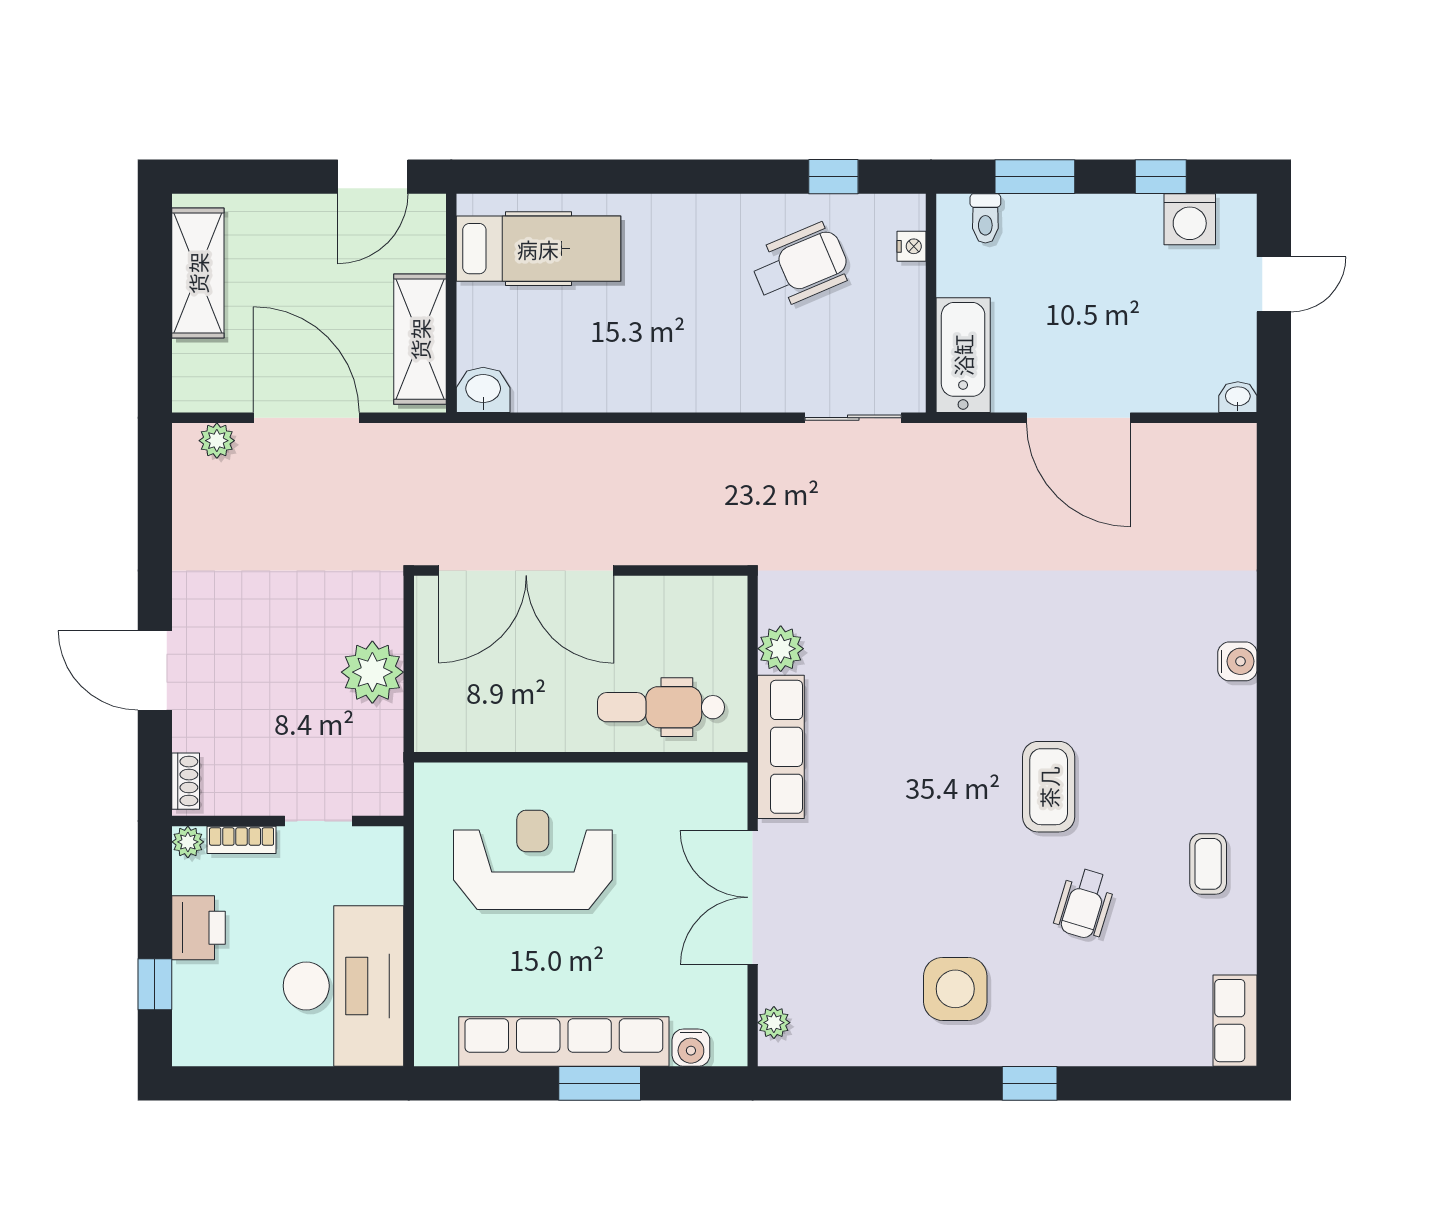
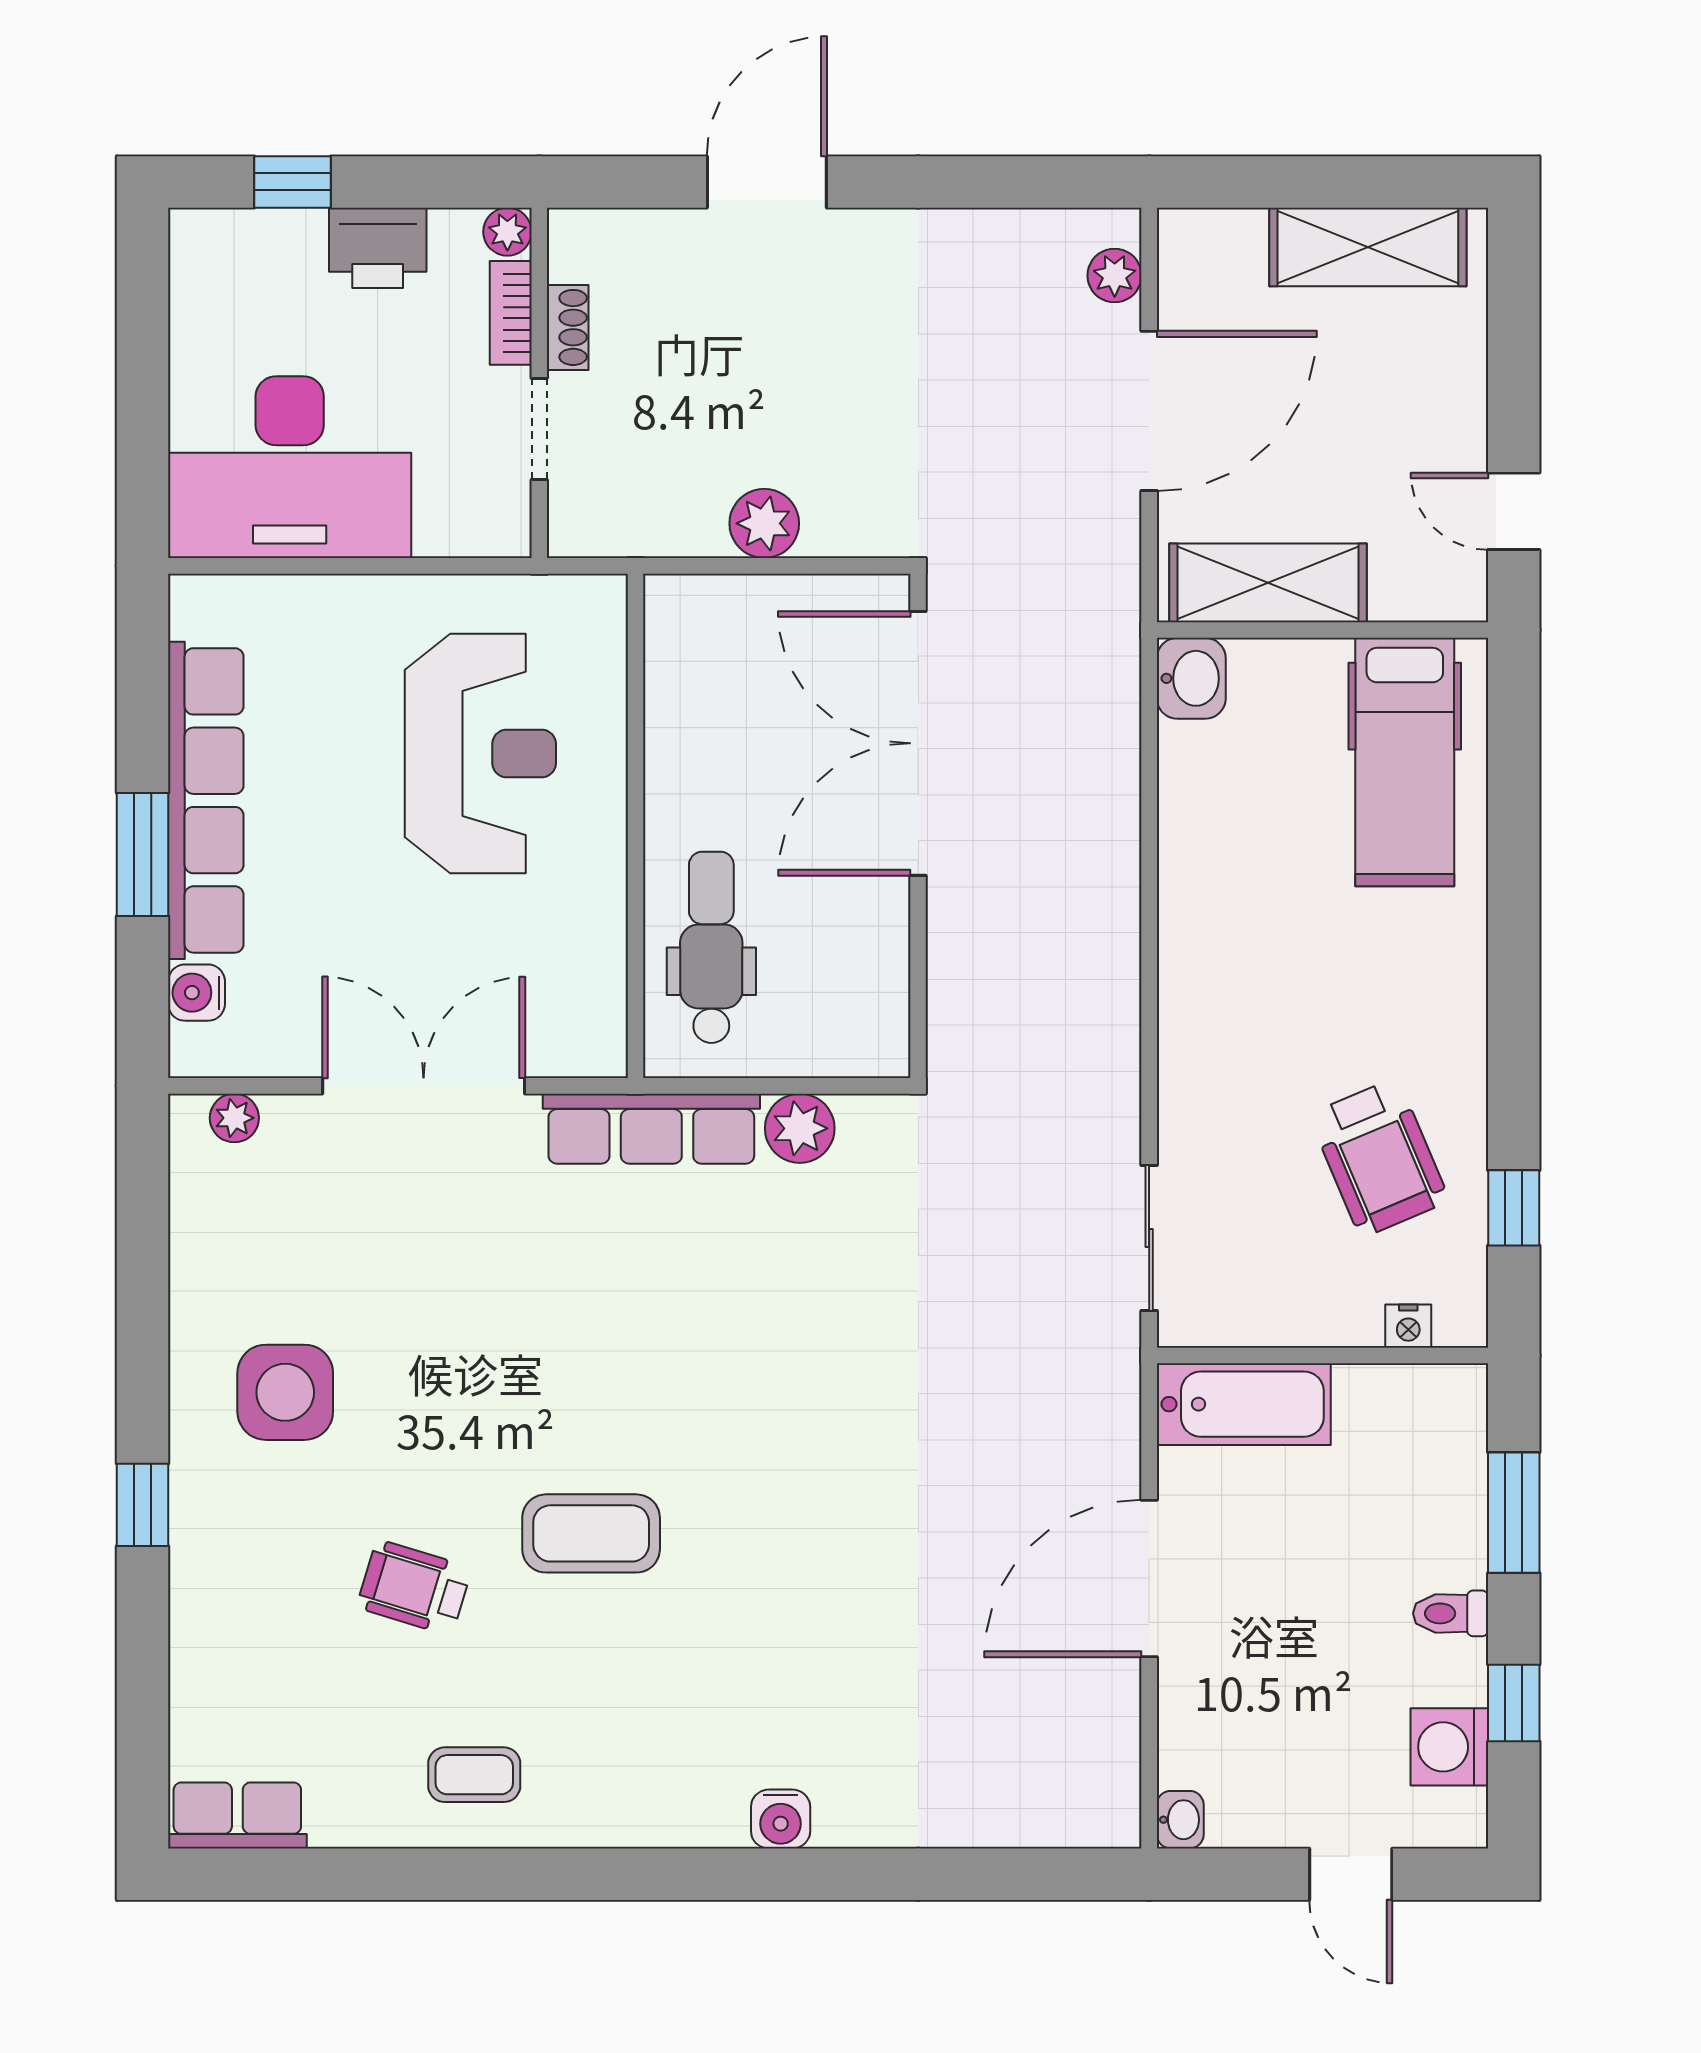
door: (373, 177) -> (1514, 511), width x0.73
toilet: (985, 218) -> (1451, 1613), moved
plant: (372, 672) -> (764, 523), width x0.73, depth x0.73
shoe rack: (186, 781) -> (568, 327), moved, turned -90

